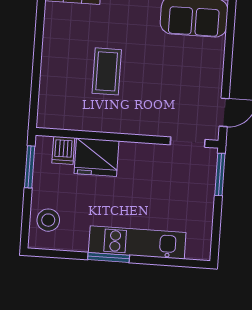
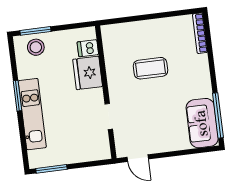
doorway: (188, 142) -> (109, 116), moved
window: (30, 167) -> (35, 31), moved
window: (220, 174) -> (51, 169), moved

